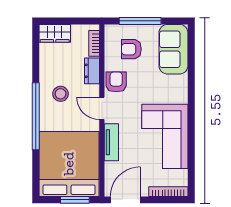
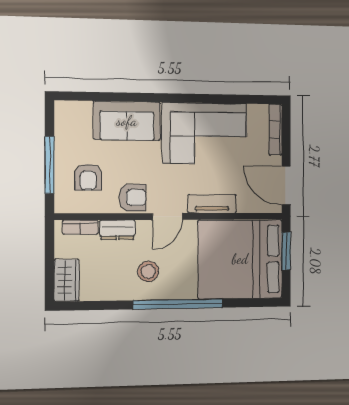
sofa: (173, 49) -> (127, 121), moved
armchair: (116, 82) -> (132, 197), turned 180

